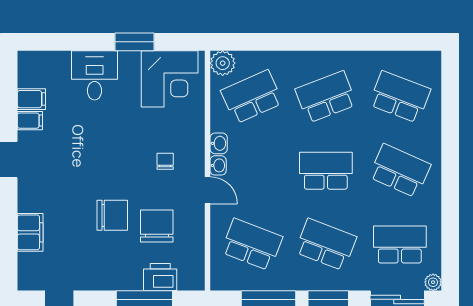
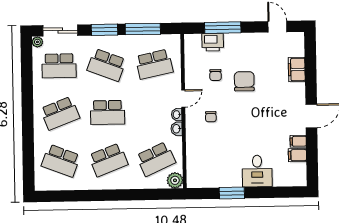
corner desk: (170, 79) -> (209, 170), removed
school desk: (400, 171) -> (60, 113), turned -45
door: (208, 190) -> (183, 98), swing flipped
chair: (112, 215) -> (244, 81), turned 90
chair: (157, 226) -> (216, 75), width x0.54, depth x0.54
school desk: (252, 244) -> (154, 64), turned -33

